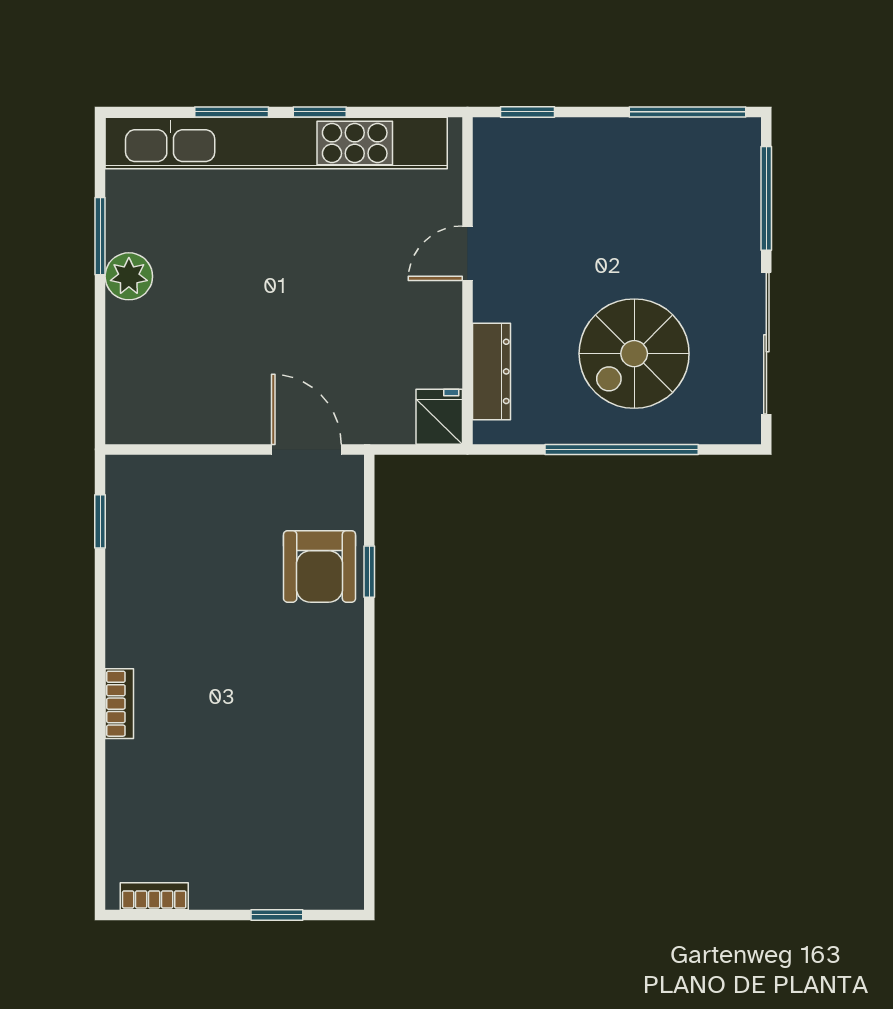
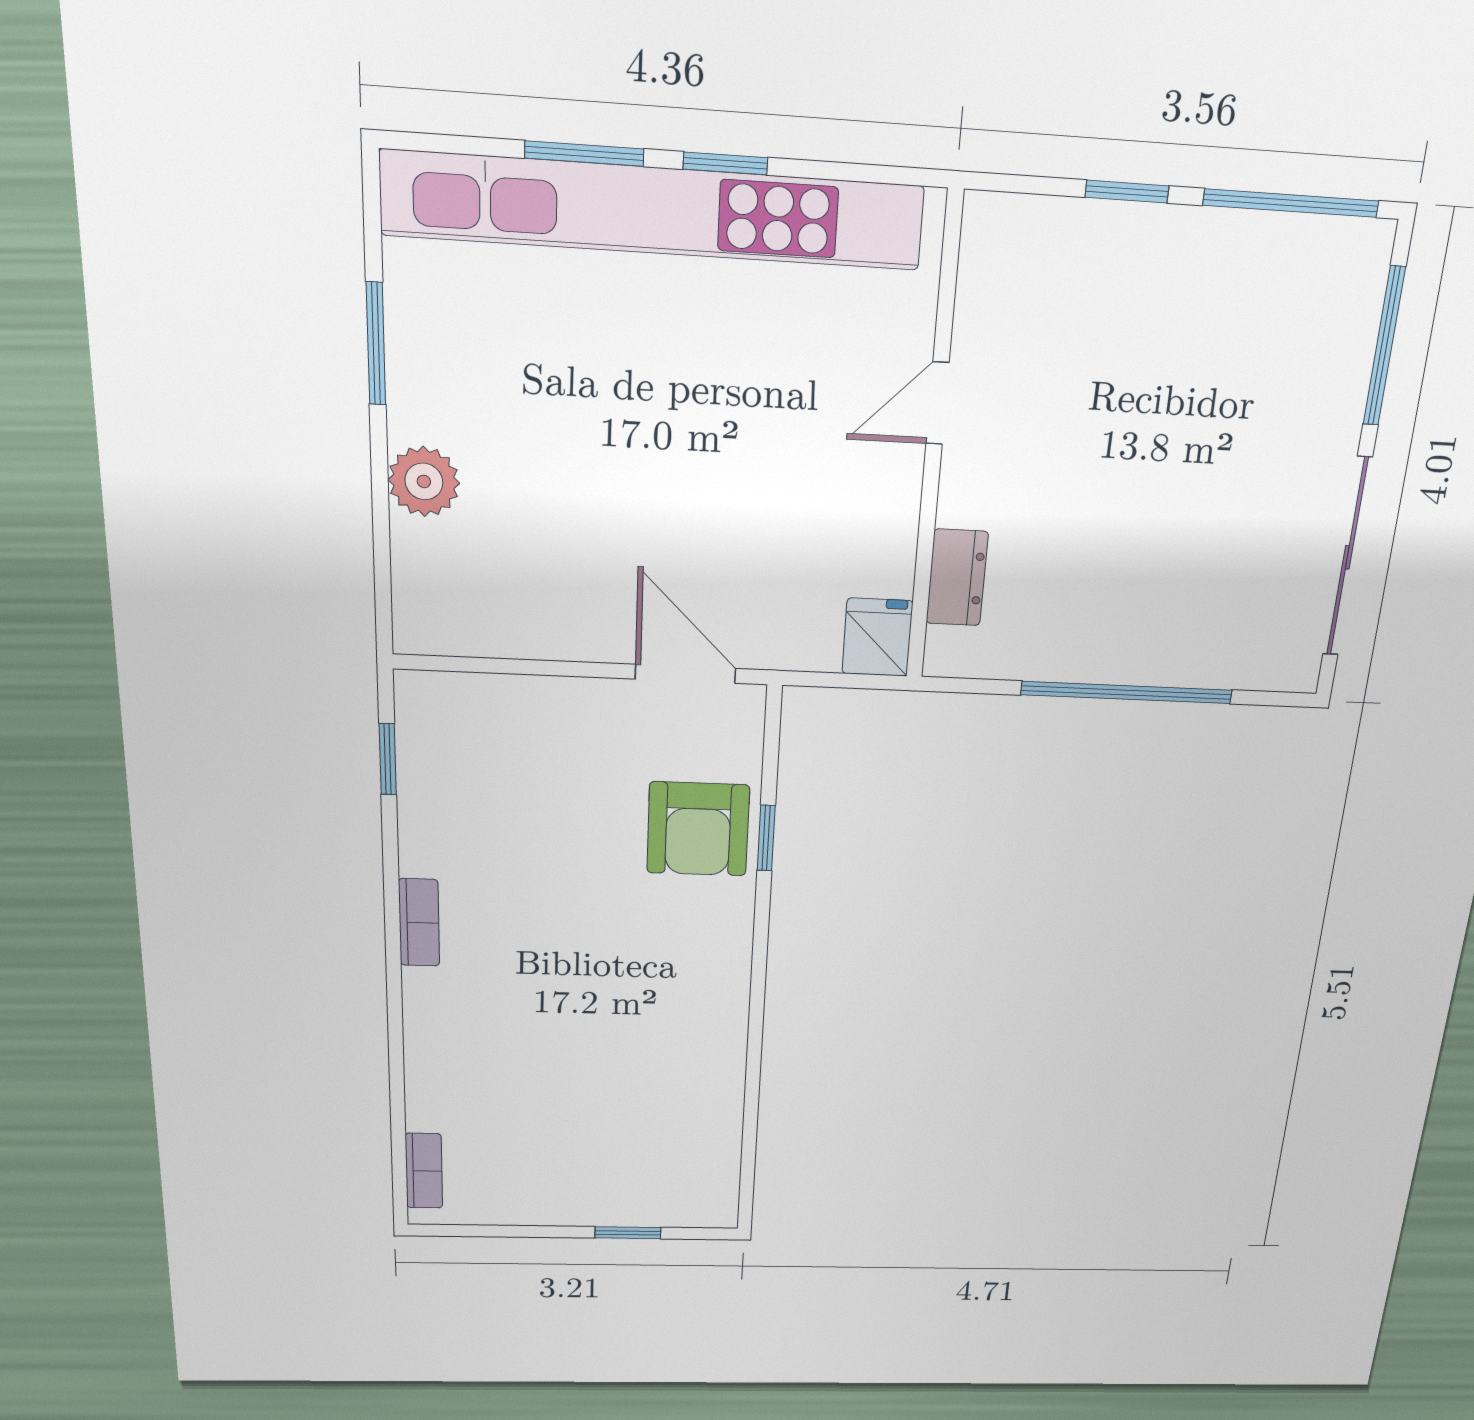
window: (527, 112) -> (1127, 192), moved
plant: (129, 276) -> (424, 481), moved
spiral stairs: (634, 354) -> (1161, 563), removed
dresser: (491, 371) -> (957, 578), width x0.70
bookcase: (119, 704) -> (419, 923), moved
bookcase: (154, 896) -> (424, 1171), moved, turned 90

